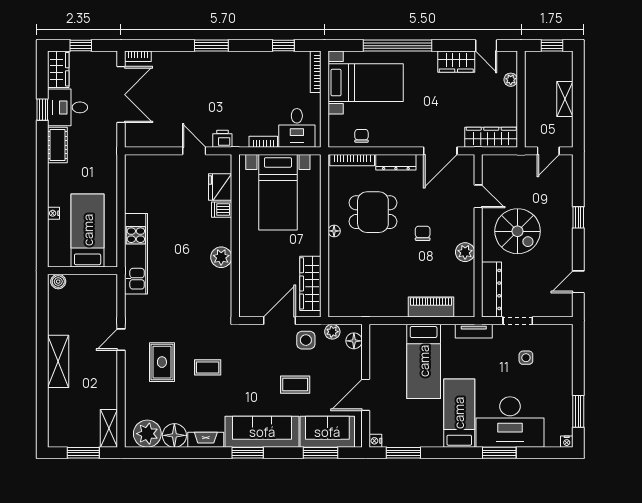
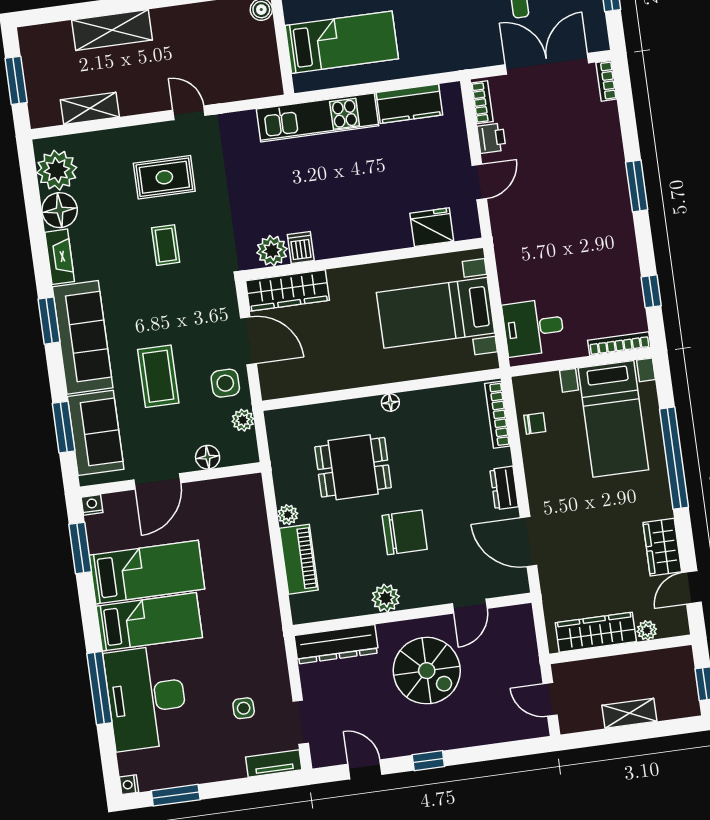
double door: (121, 95) -> (547, 64), swing flipped
wardrobe: (491, 137) -> (596, 632), moved, turned -90
printer: (222, 139) -> (491, 138), moved
bookcase: (263, 142) -> (482, 102), moved
dresser: (396, 162) -> (504, 488), width x0.70
kitchen counter: (135, 191) -> (409, 104), added
dishwasher: (222, 210) -> (301, 247), moved
dining table: (373, 212) -> (353, 467), moved, turned 90
window: (578, 217) -> (428, 761), moved
spiral stairs: (518, 231) -> (427, 671), turned -90
chair: (423, 233) -> (405, 532), width x1.87, depth x1.87
plant: (221, 257) -> (272, 251), moved
wardrobe: (310, 283) -> (287, 290), moved, turned 180
plant: (400, 310) -> (288, 515), added
doorway: (518, 321) -> (301, 722), moved
tv unit: (474, 331) -> (274, 763), moved, turned 90
floor lamp: (354, 341) -> (208, 457), moved
shelving: (58, 361) -> (112, 30), moved
bed: (424, 361) -> (147, 572), moved, turned 180
coffee table: (295, 385) -> (158, 376), width x1.36, depth x1.30
door: (366, 395) -> (157, 481), swing flipped
shelving: (109, 428) -> (90, 108), moved
window: (499, 453) -> (99, 688), width x1.44

